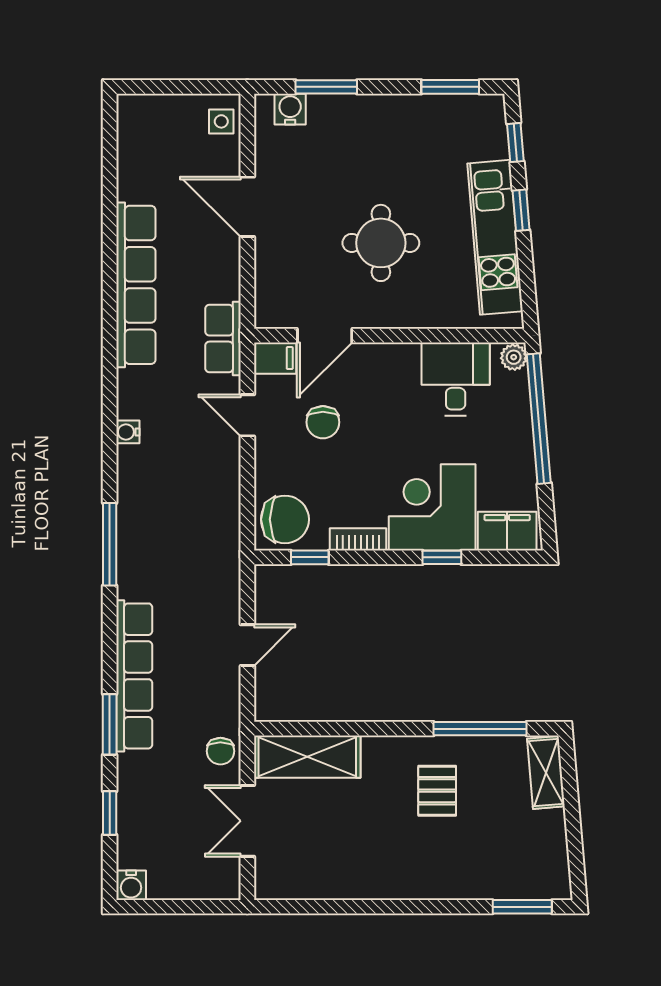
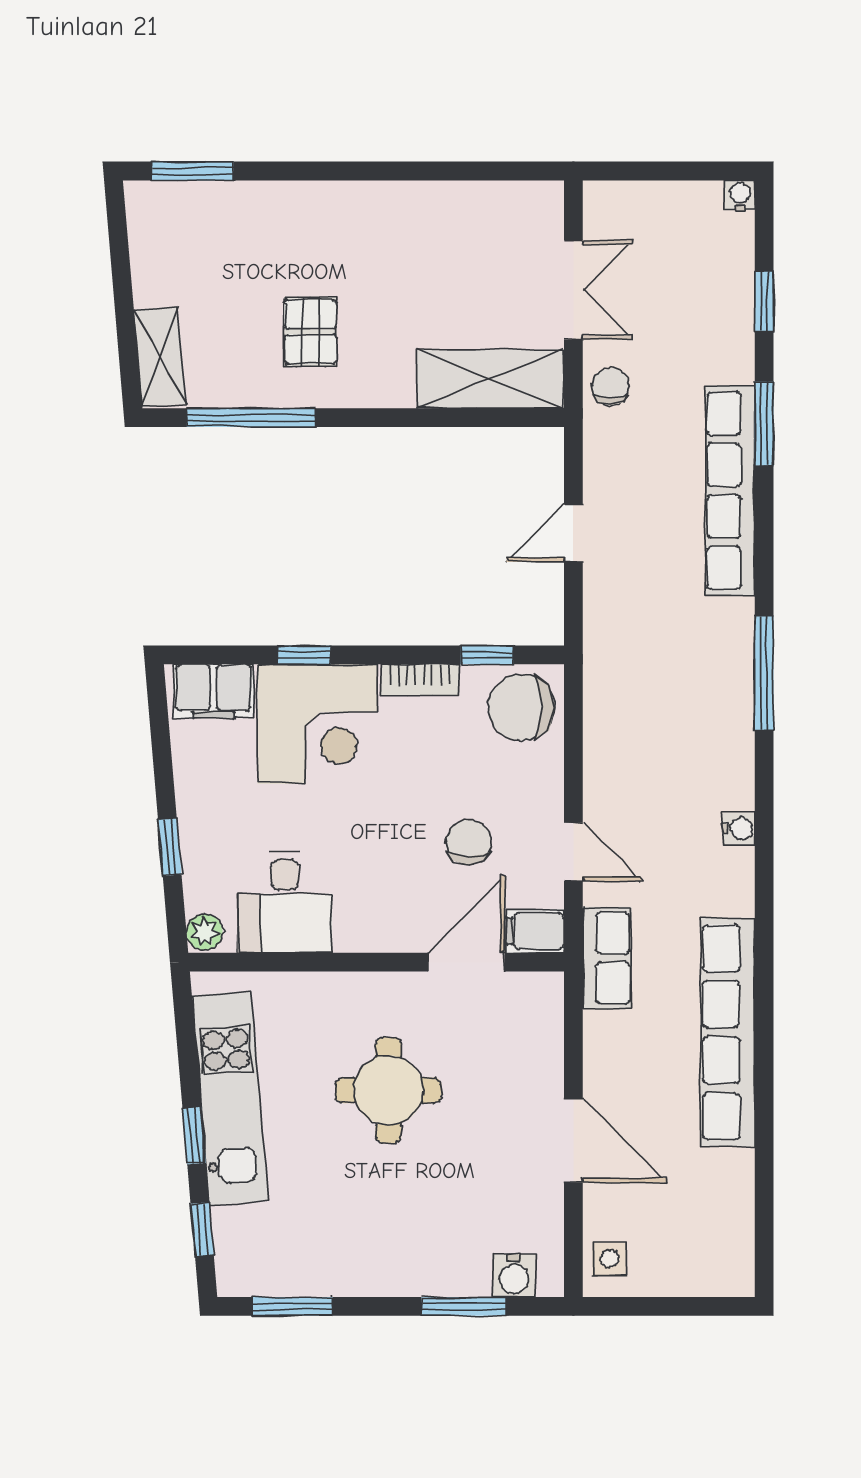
window: (539, 419) -> (170, 847), width x0.32
water cooler: (131, 885) -> (740, 195), width x0.72, depth x0.72

